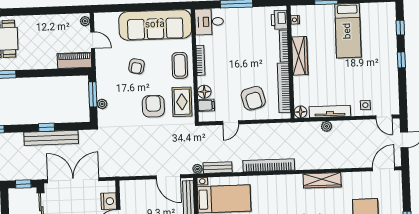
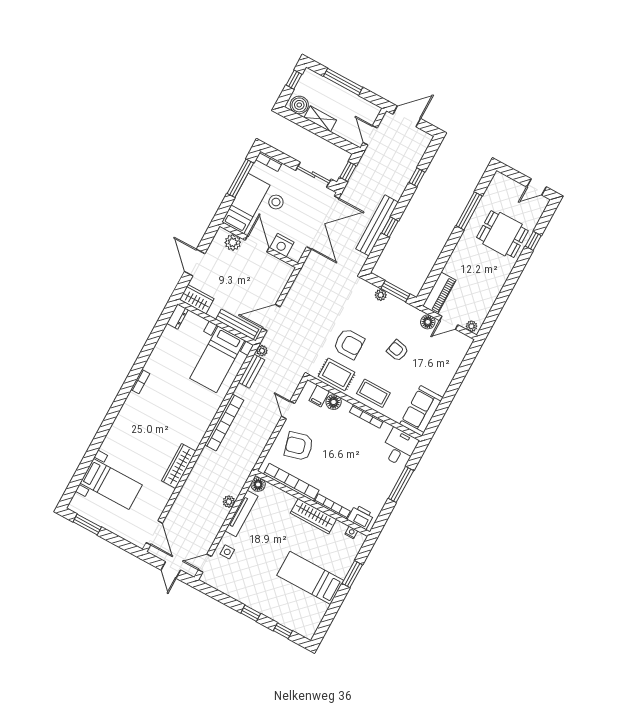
sofa: (155, 25) -> (421, 411), width x0.54, depth x0.79
floor lamp: (101, 56) -> (428, 322), added

